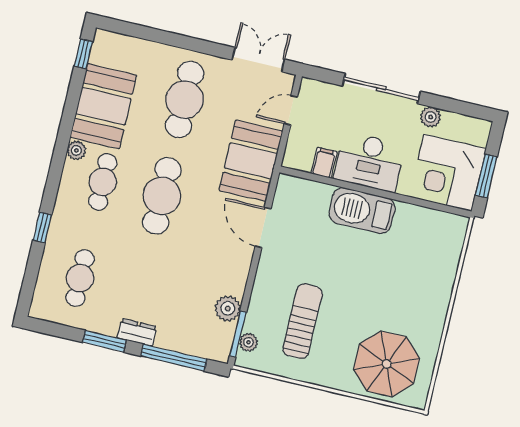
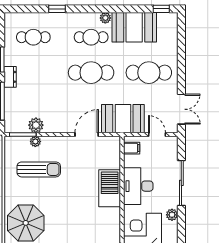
filing cabinet: (324, 163) -> (132, 148), moved
plant: (248, 342) -> (35, 142), moved

